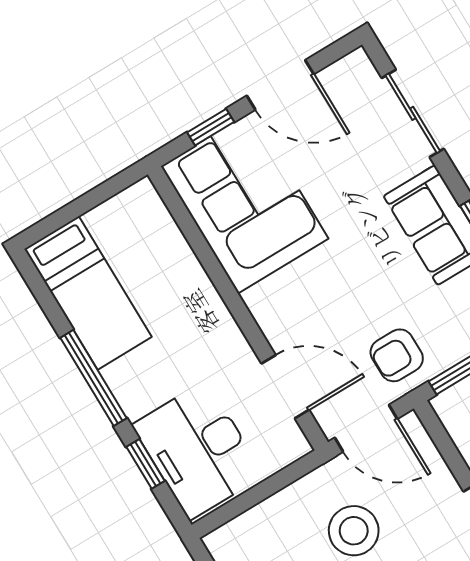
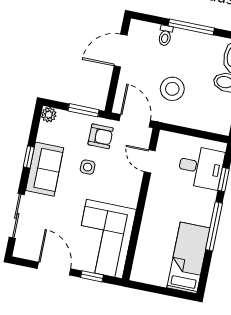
side table: (373, 289) -> (88, 167), added
door: (285, 387) -> (150, 161), width x0.73
desk: (198, 450) -> (201, 167), width x0.73

